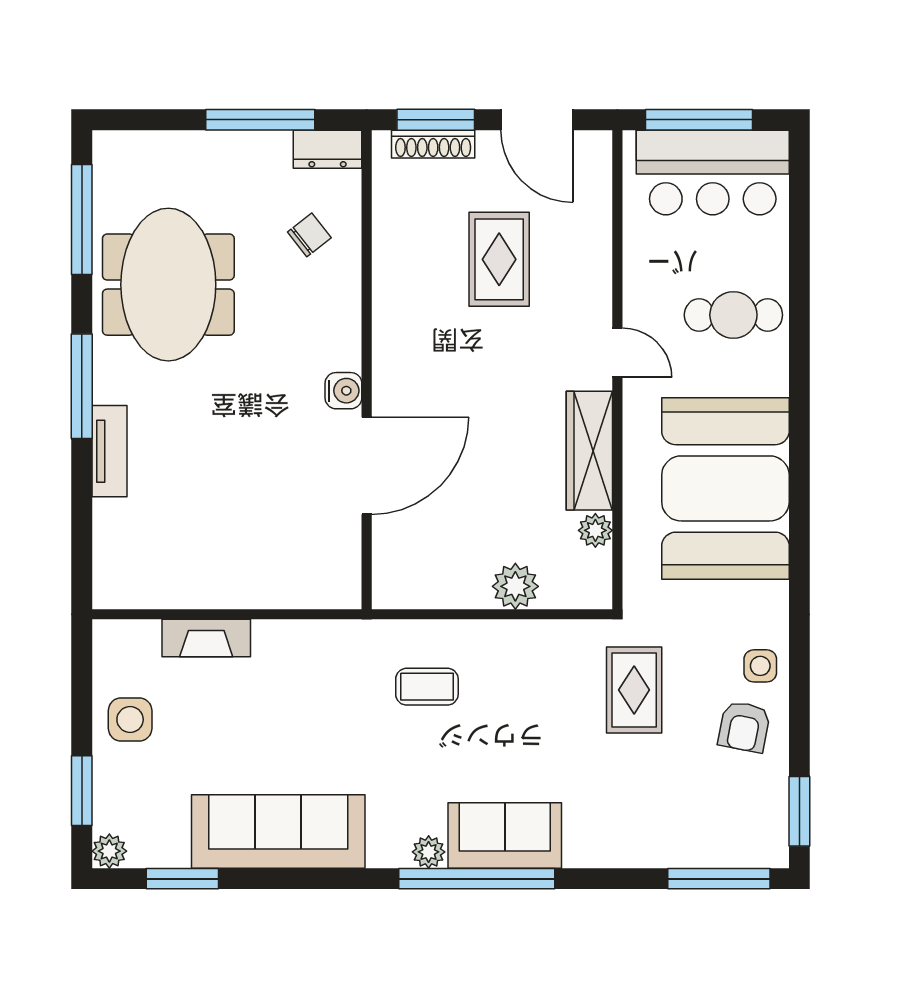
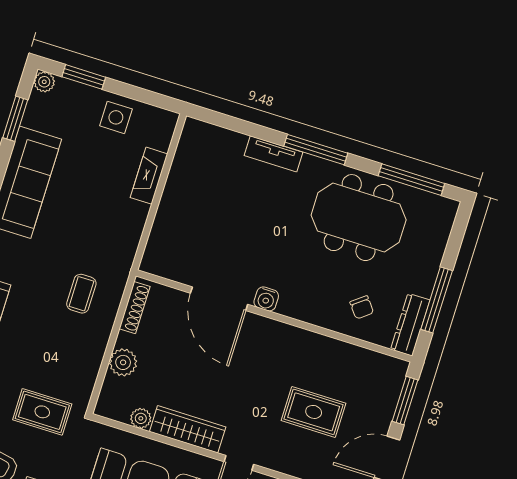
shoe rack: (433, 144) -> (135, 308), moved, turned 180
dresser: (328, 149) -> (410, 325), width x1.44

